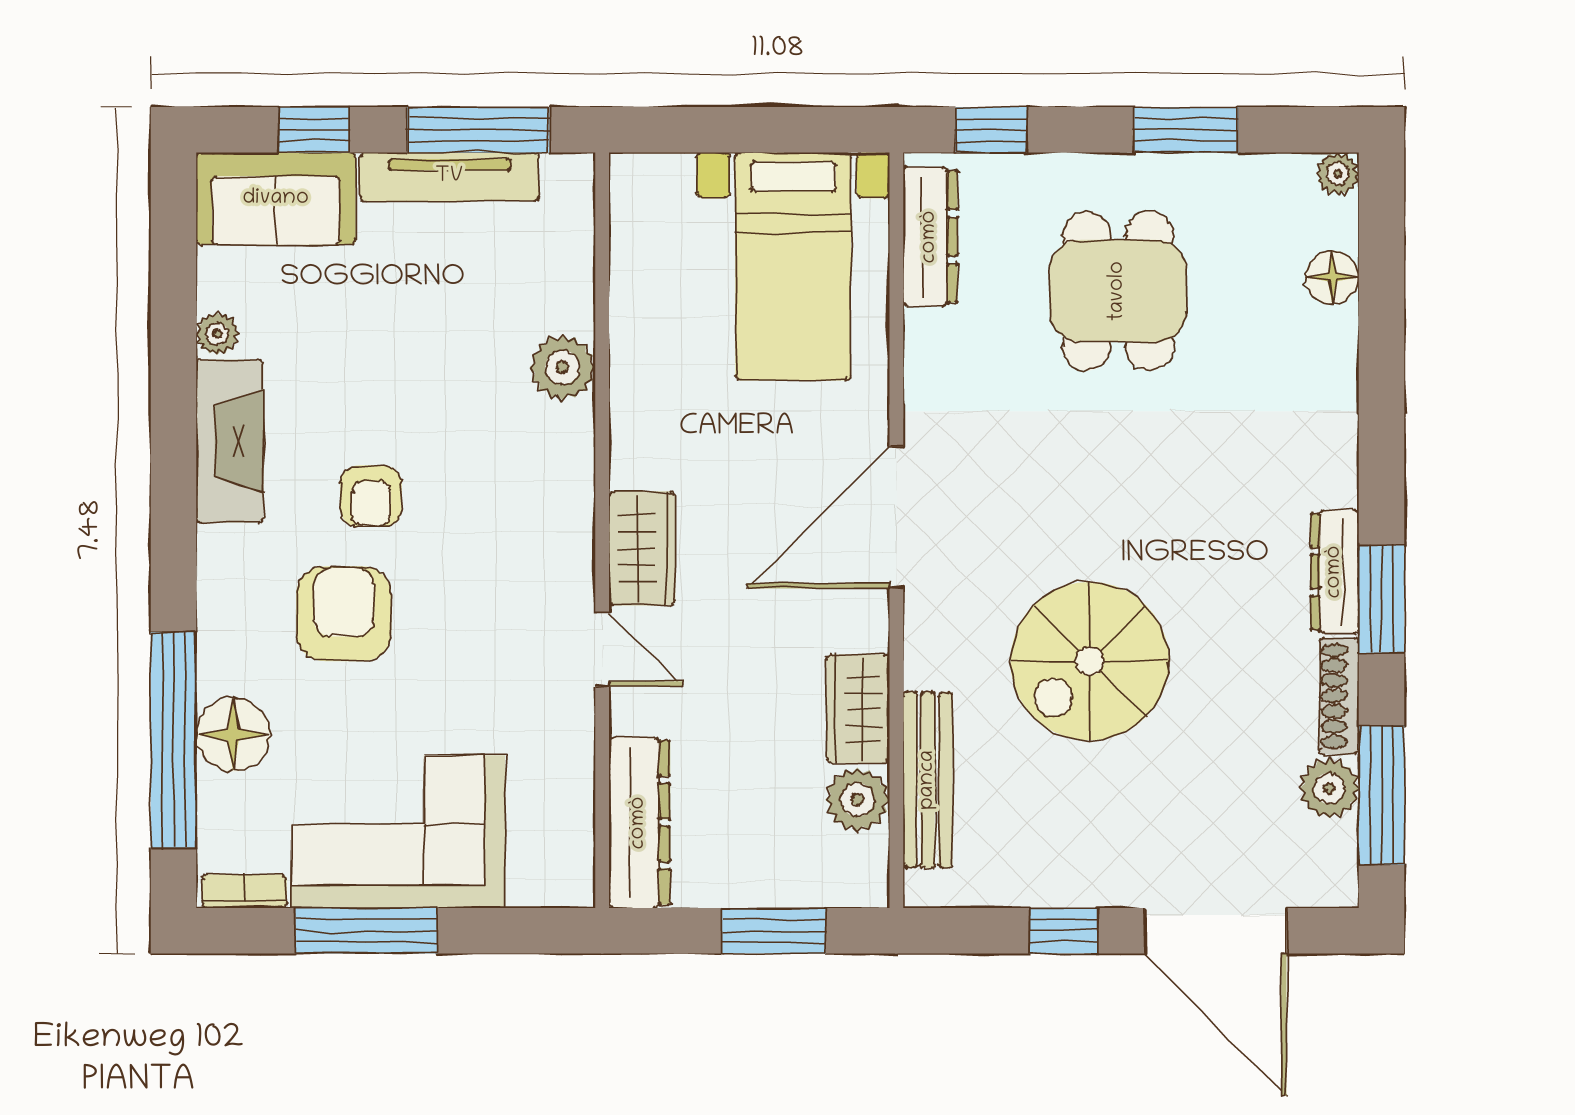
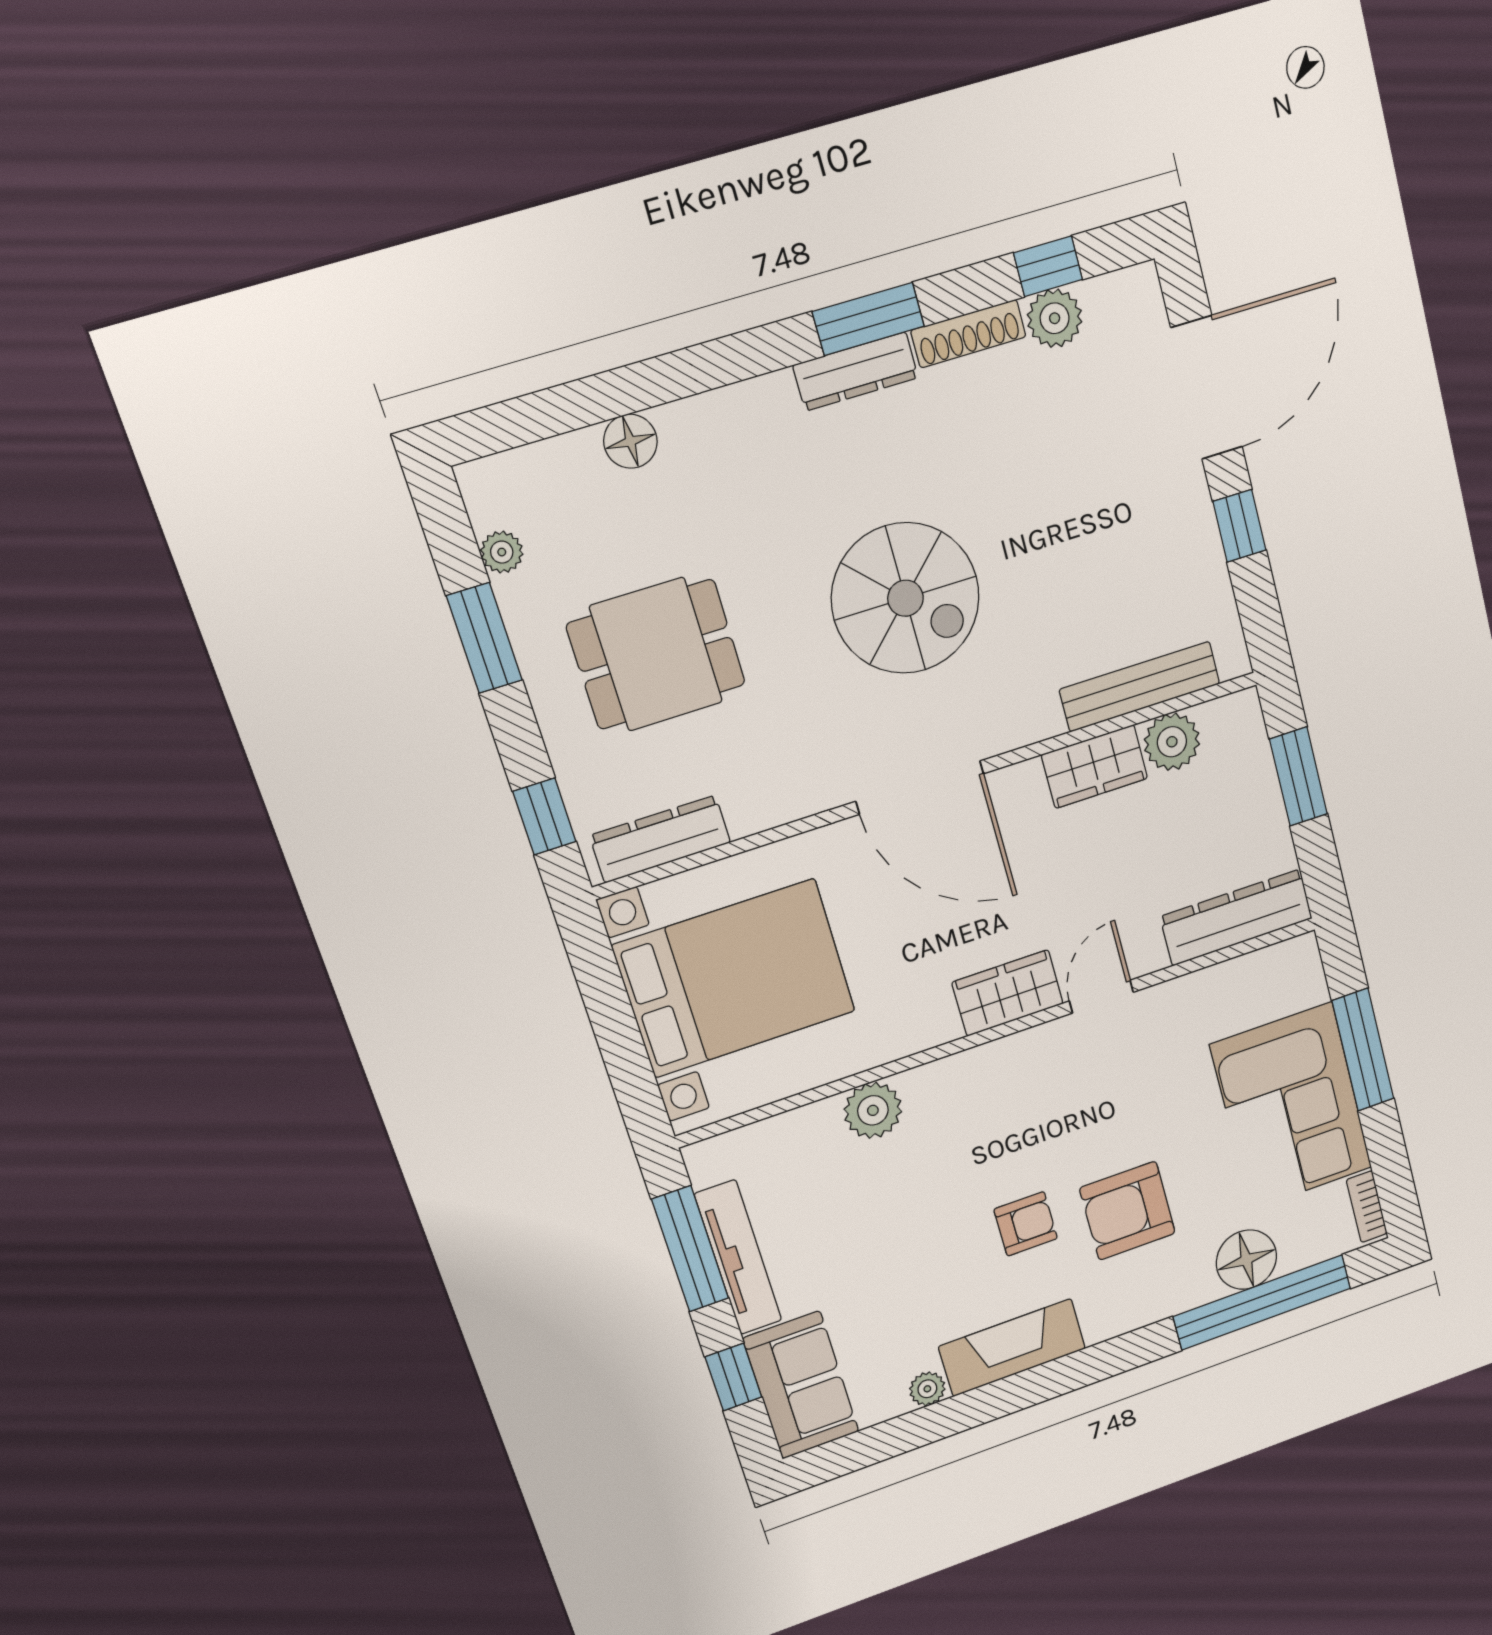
plant: (1338, 174) -> (502, 552), moved
bed with nightstands: (793, 266) -> (735, 978), width x1.36
floor lamp: (1332, 277) -> (630, 441), moved
spiral stairs: (1090, 661) -> (905, 598), moved
window: (1382, 795) -> (1048, 266), width x0.46
window: (366, 931) -> (1363, 1050), moved

